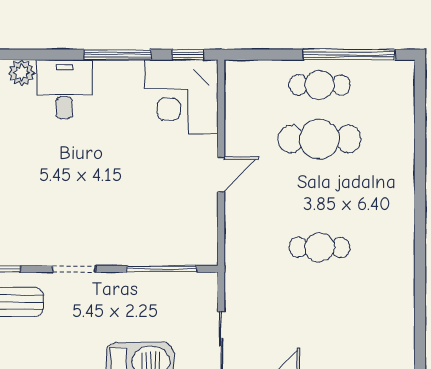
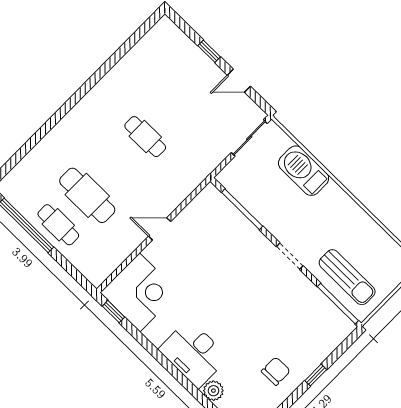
window: (117, 55) -> (152, 349), removed
desk: (64, 89) -> (194, 353), width x1.37

